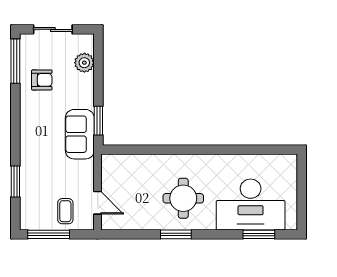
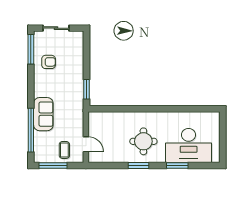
plant: (84, 63) -> (77, 50), removed
sofa: (80, 134) -> (43, 114), moved, turned 180
window: (15, 182) -> (31, 130), width x2.11
window: (259, 234) -> (177, 166), moved

